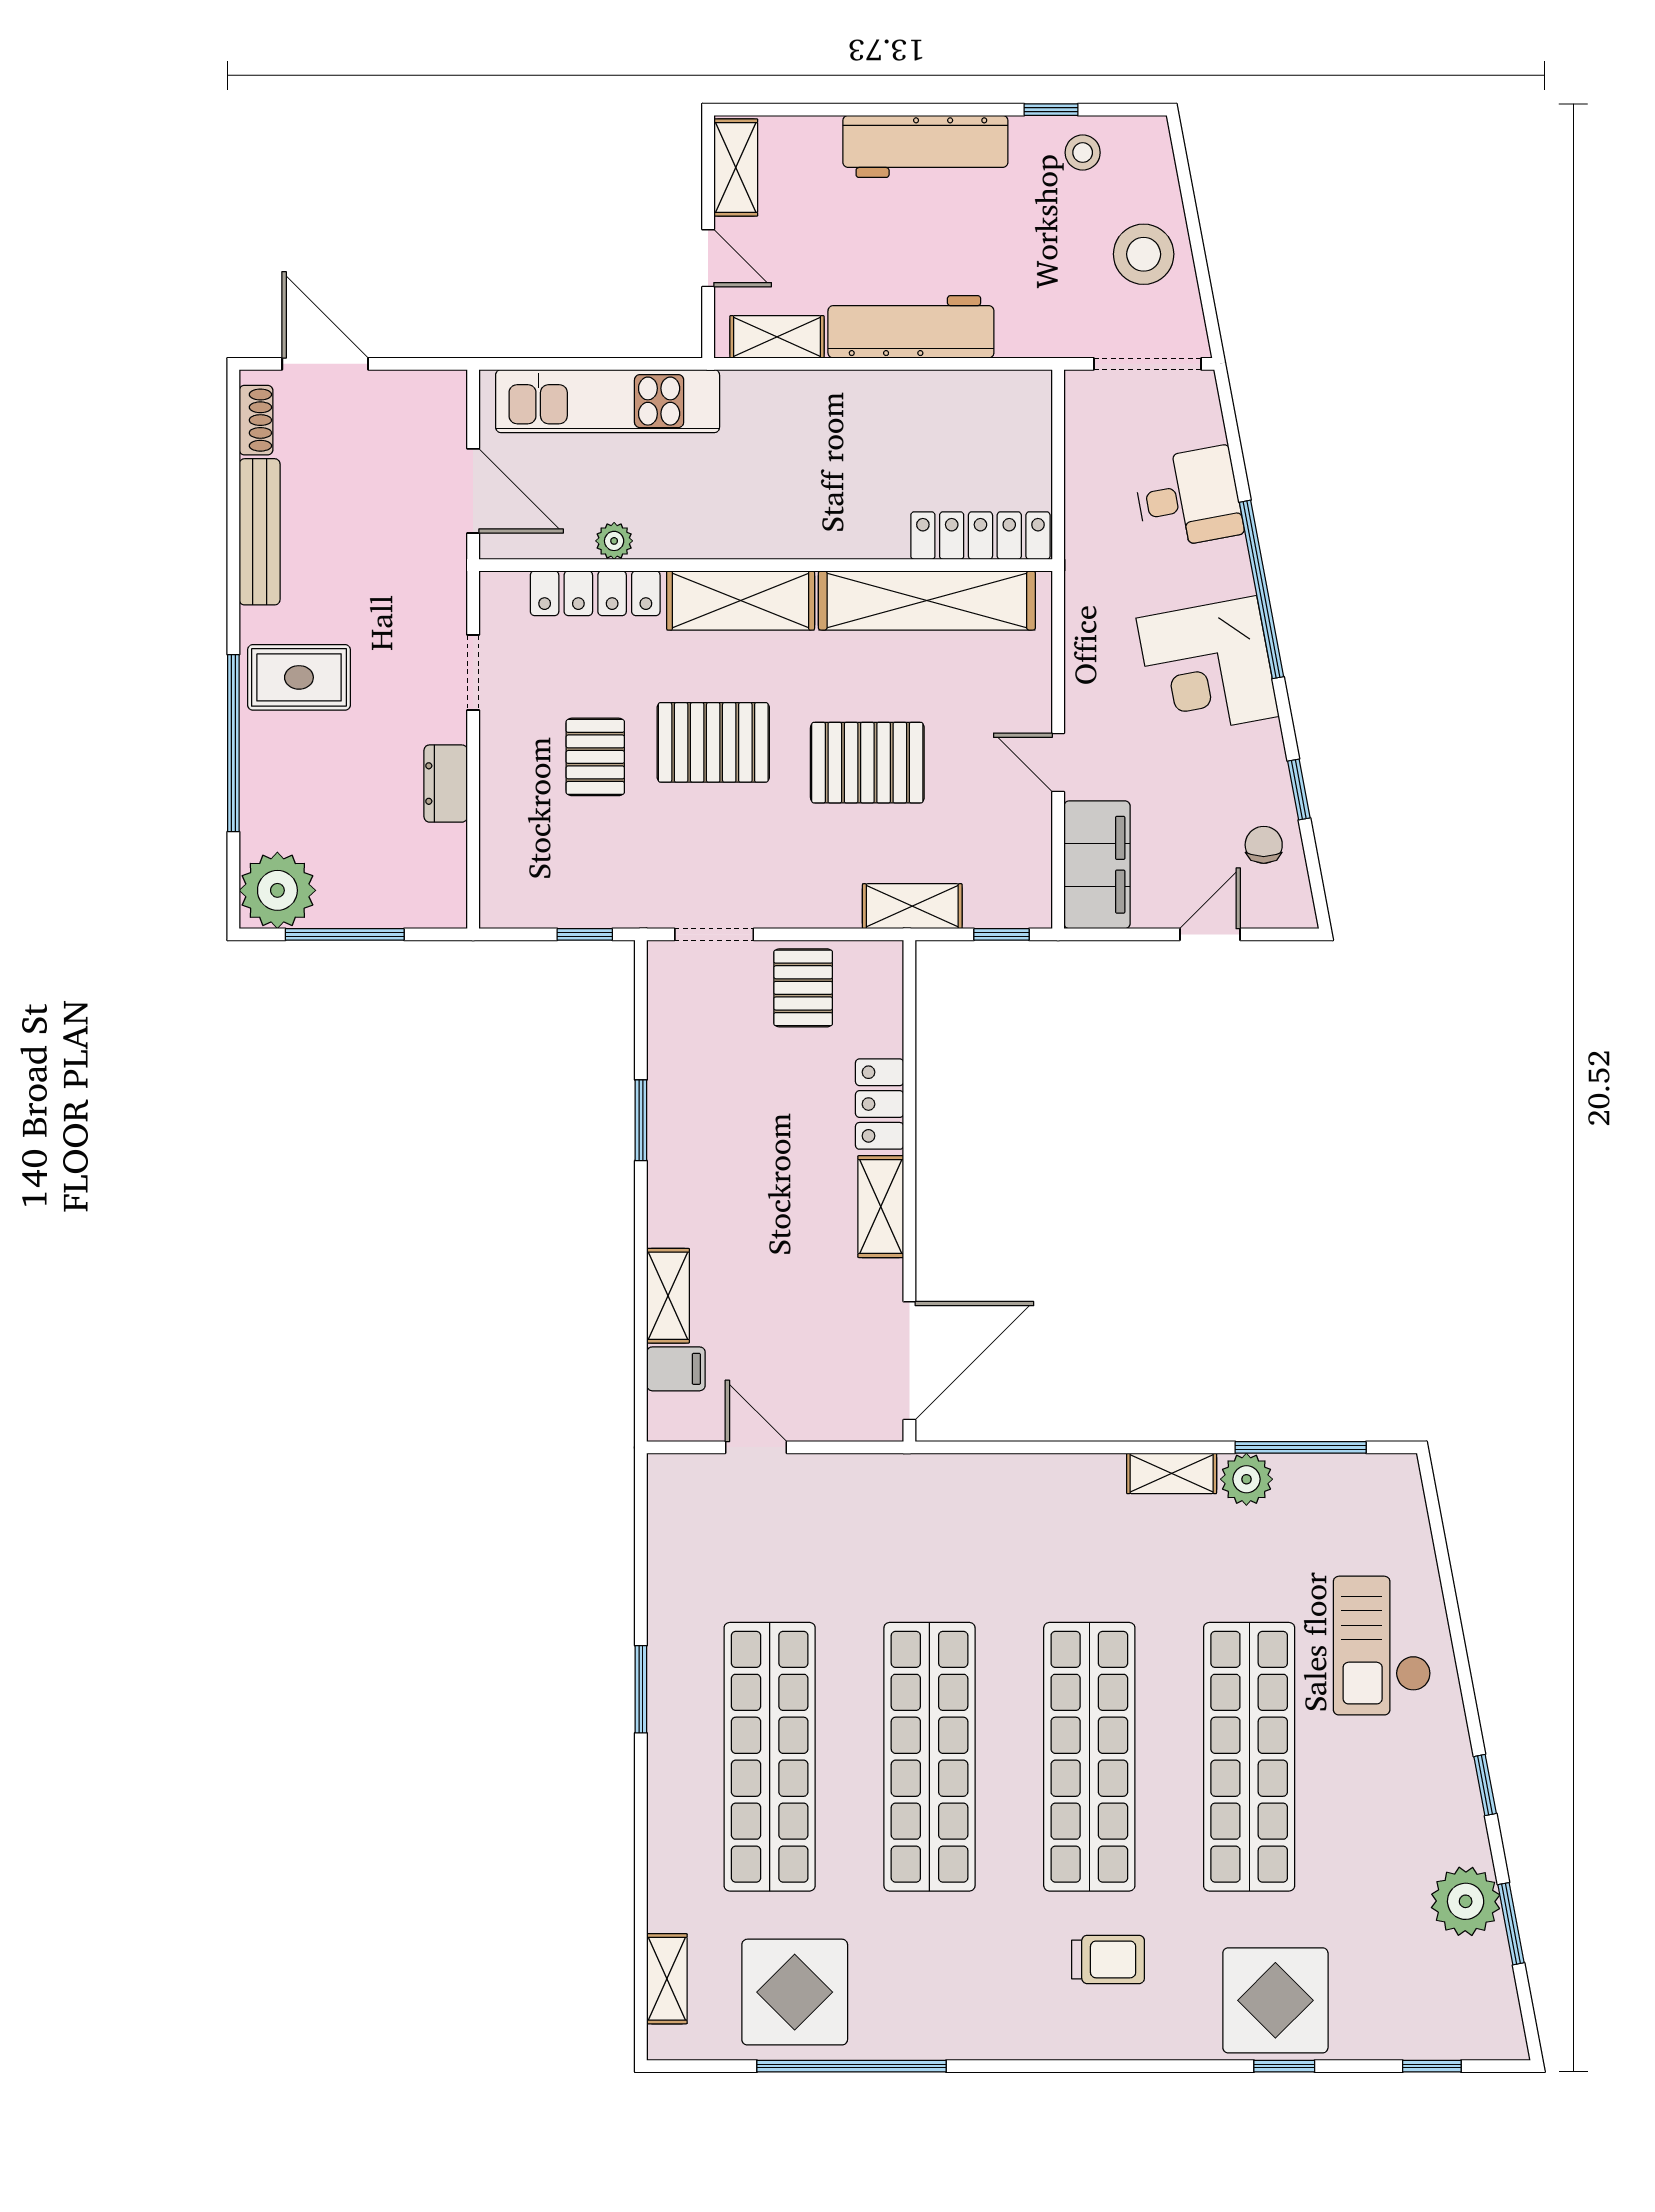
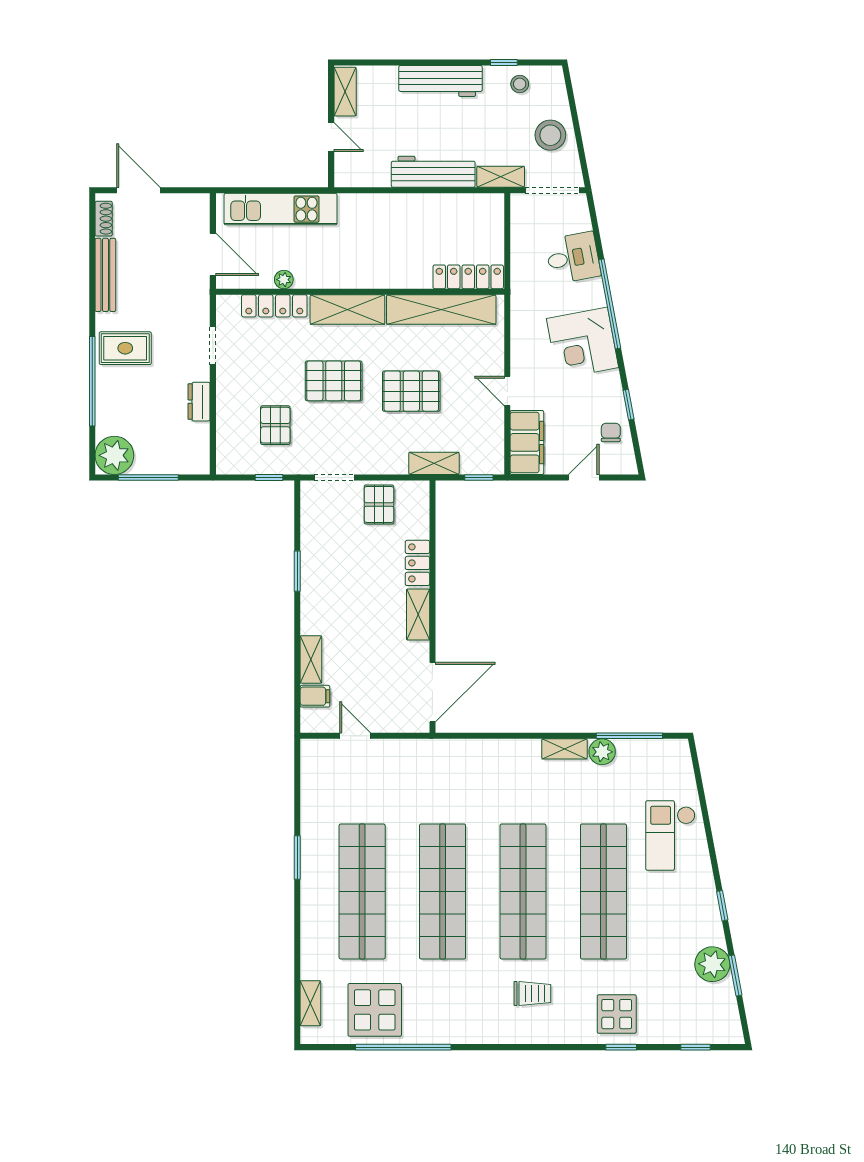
shelving: (777, 337) -> (501, 177), moved
pallet: (595, 757) -> (275, 425), moved
display table: (1275, 2000) -> (617, 1014), width x0.73, depth x0.73

